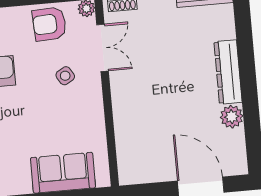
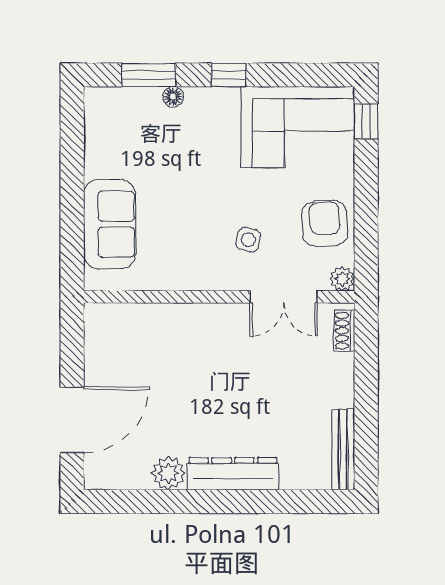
side table: (65, 76) -> (248, 240), turned 45

